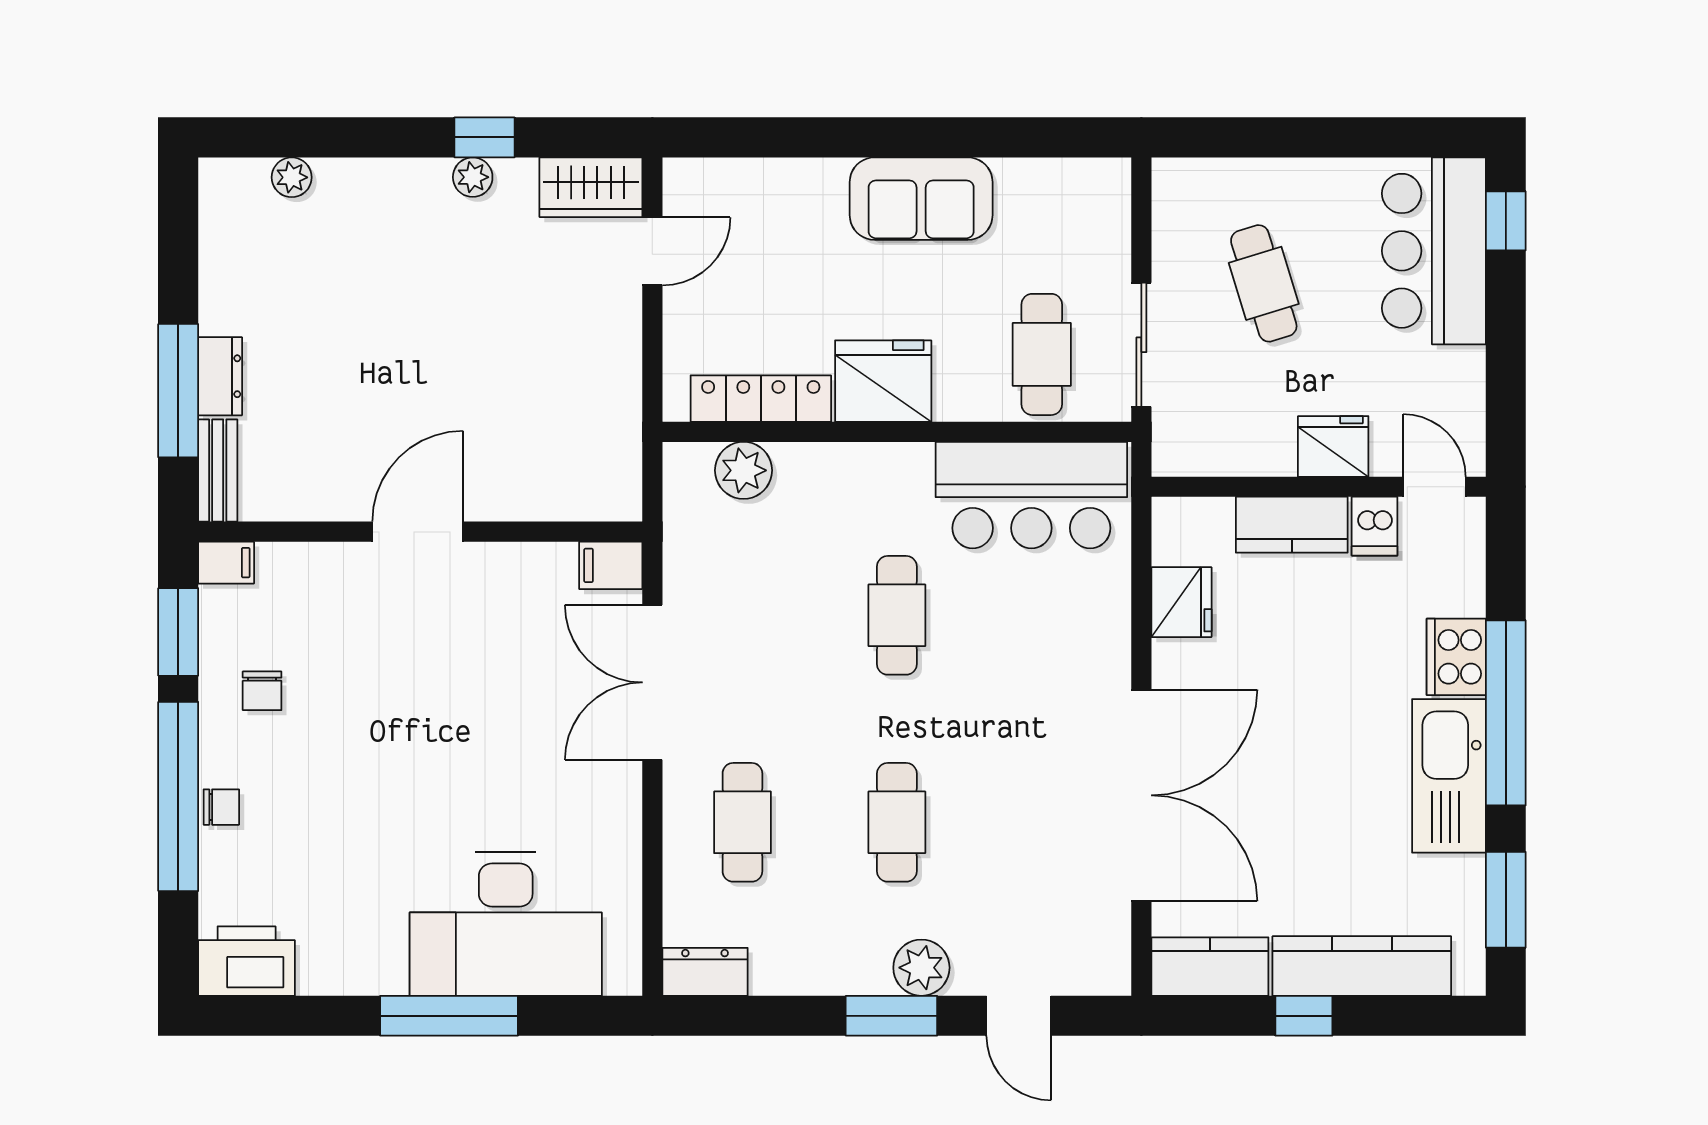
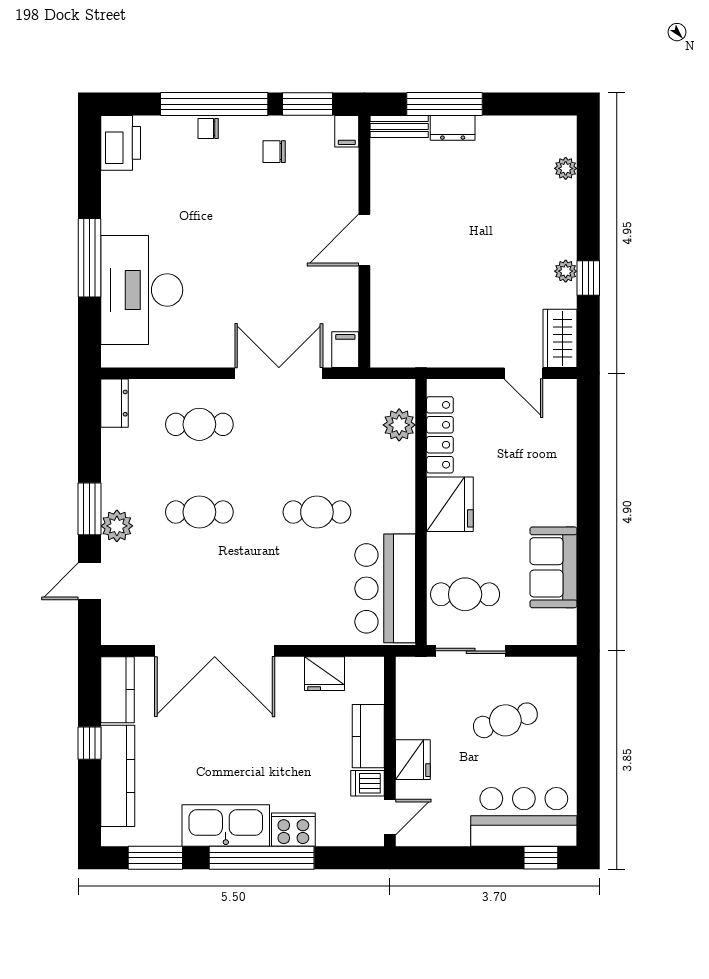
sofa: (921, 199) -> (553, 567), moved
door: (418, 532) -> (364, 240), swing flipped
chair: (221, 807) -> (208, 128), turned 90

